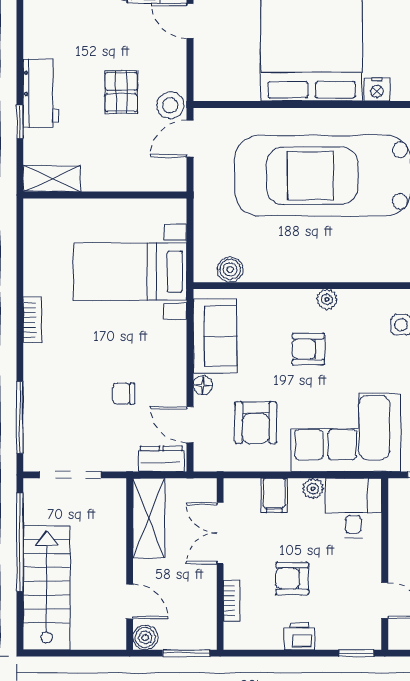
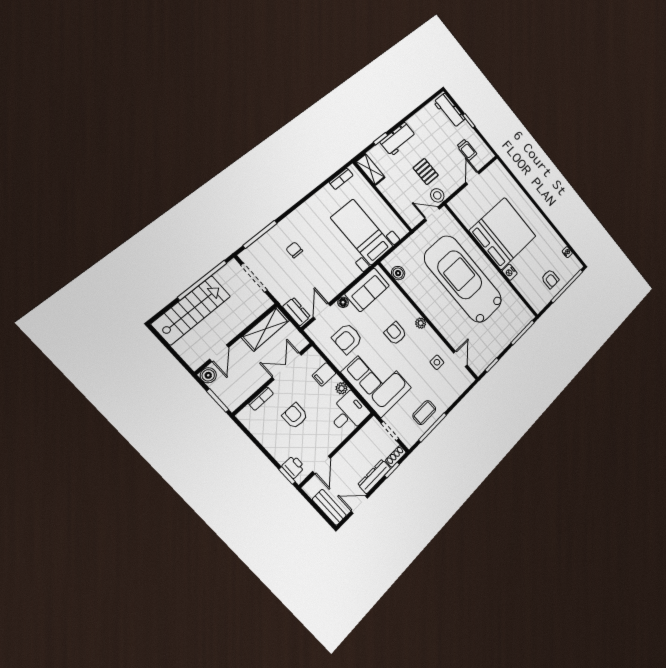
pallet: (121, 92) -> (426, 172), turned 90
bookcase: (32, 320) -> (341, 179), moved
chair: (124, 394) -> (294, 250), moved
printer: (299, 636) -> (293, 467), moved

